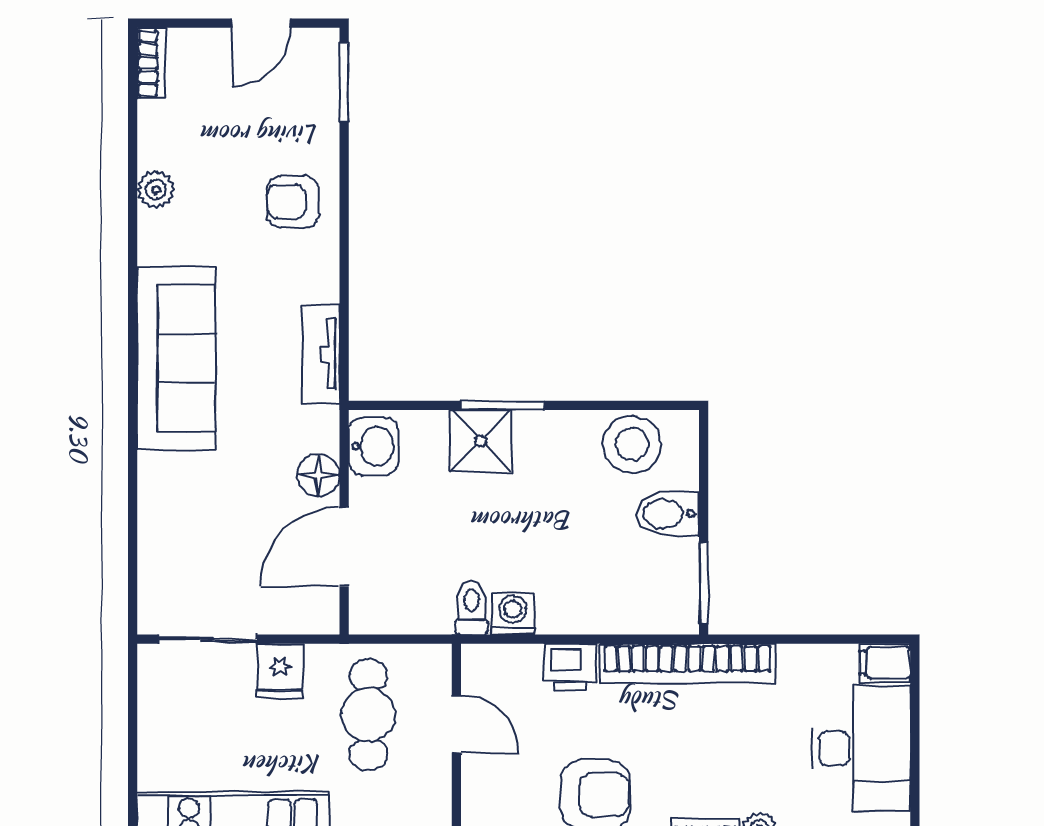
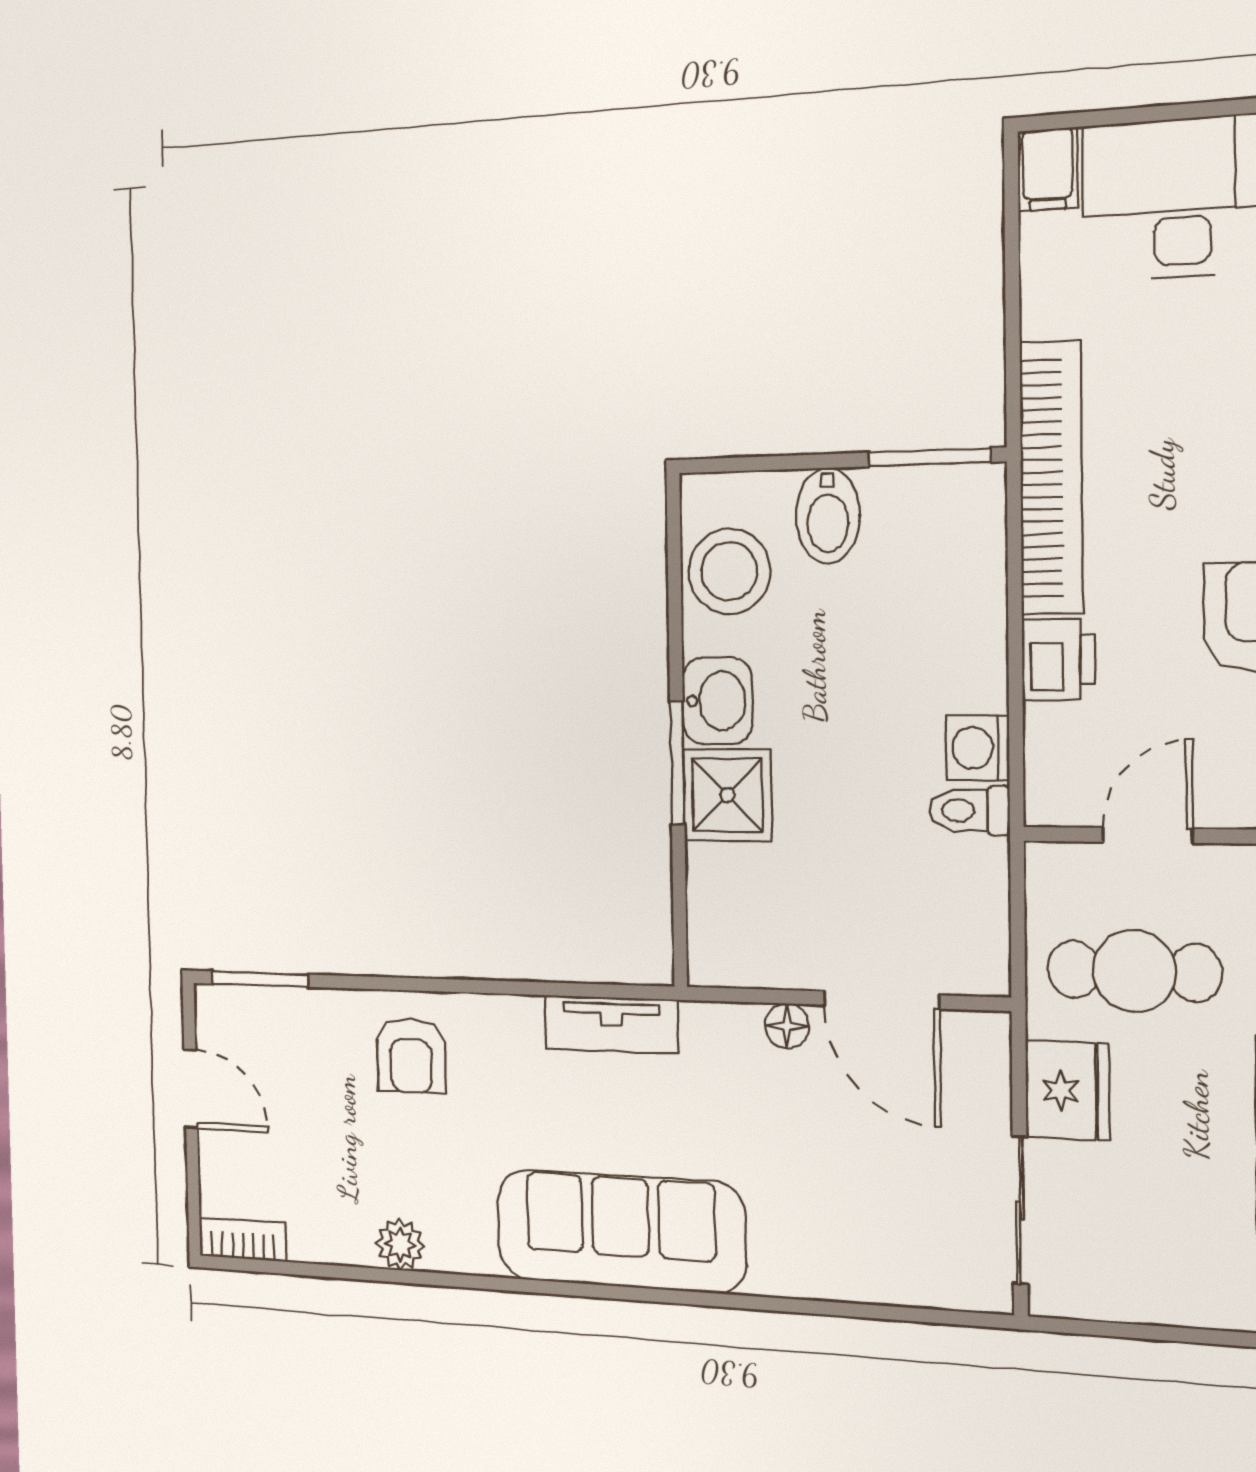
washbasin: (373, 446) -> (717, 701), moved, turned 90
floor lamp: (318, 475) -> (787, 1026), width x0.73, depth x0.73
fridge: (280, 671) -> (1067, 1090), width x1.38

